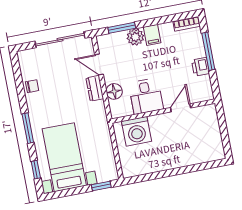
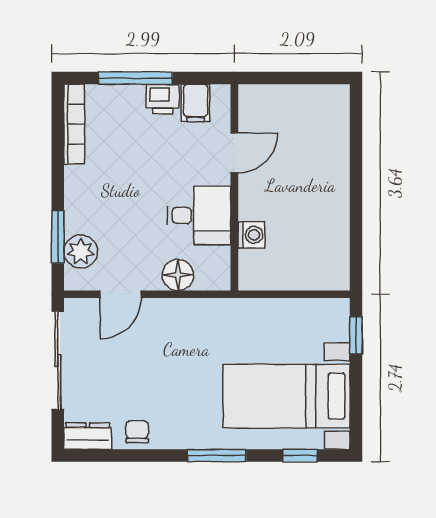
bookcase: (187, 24) -> (74, 124), width x1.56
filing cabinet: (152, 35) -> (196, 103), moved, turned 90
plant: (135, 37) -> (81, 252), moved
dresser: (95, 88) -> (88, 436), moved, turned 180
door: (181, 108) -> (234, 153), swing flipped
washing machine: (136, 131) -> (251, 235), width x0.53, depth x0.53

